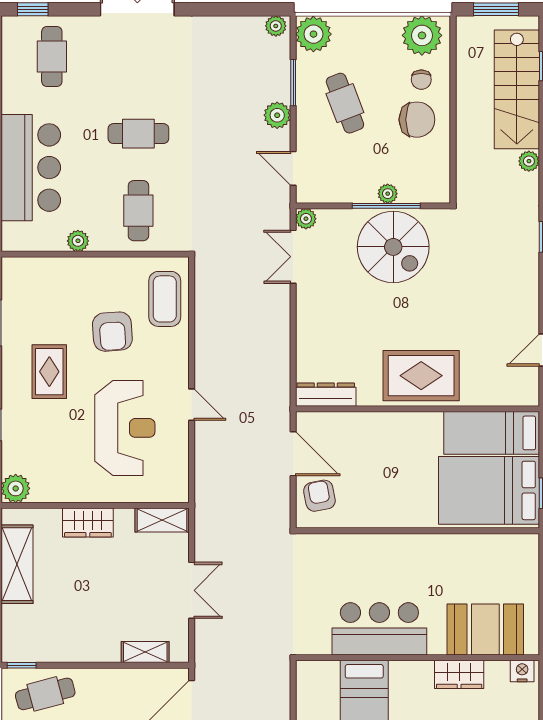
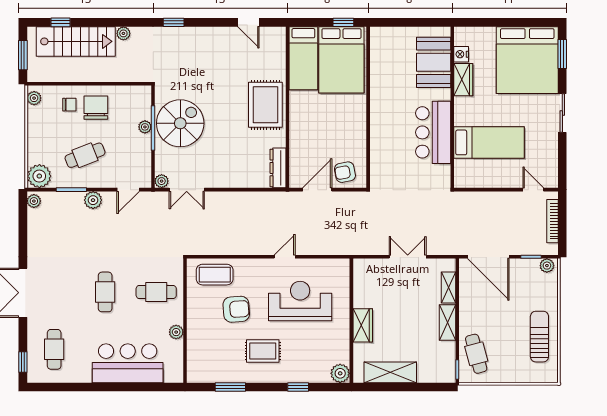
plant: (422, 35) -> (34, 98), width x0.53, depth x0.53
cafe table: (52, 56) -> (54, 349), turned 90
shelving: (162, 520) -> (448, 322), moved
nightstand: (522, 671) -> (461, 54), moved

